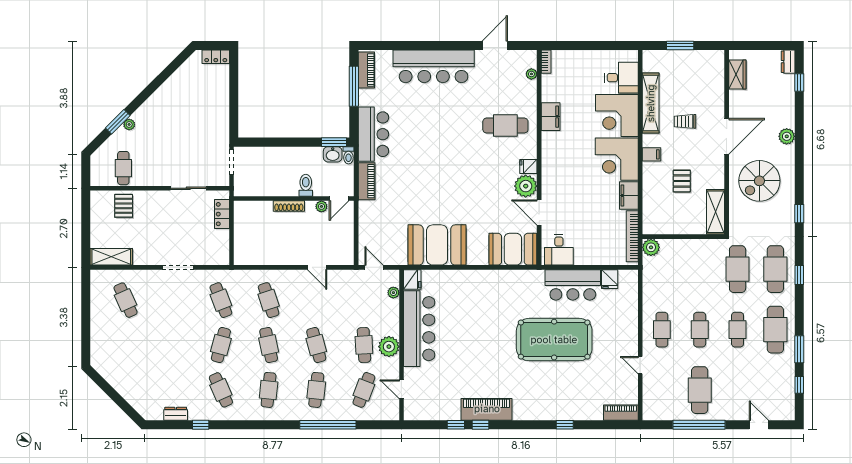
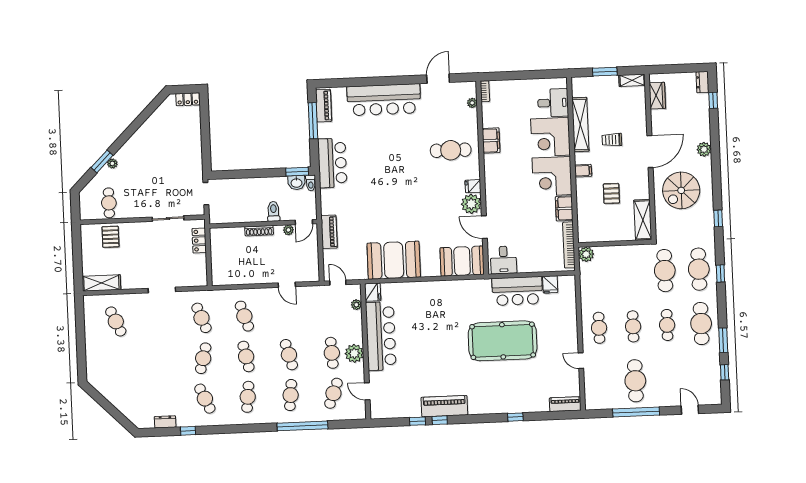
shelving: (710, 56) -> (632, 80), added
piano: (367, 181) -> (329, 232), moved

